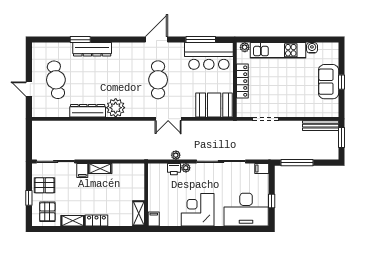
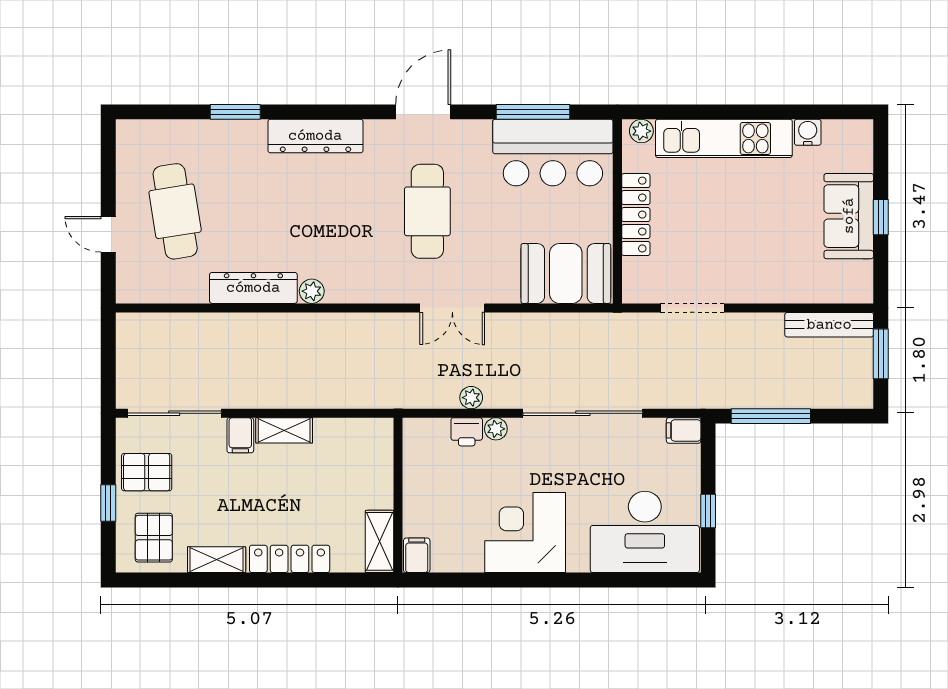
dresser: (92, 49) -> (315, 136), moved
plant: (116, 108) -> (312, 291), width x0.53, depth x0.53
locker: (96, 220) -> (290, 559), width x1.53

